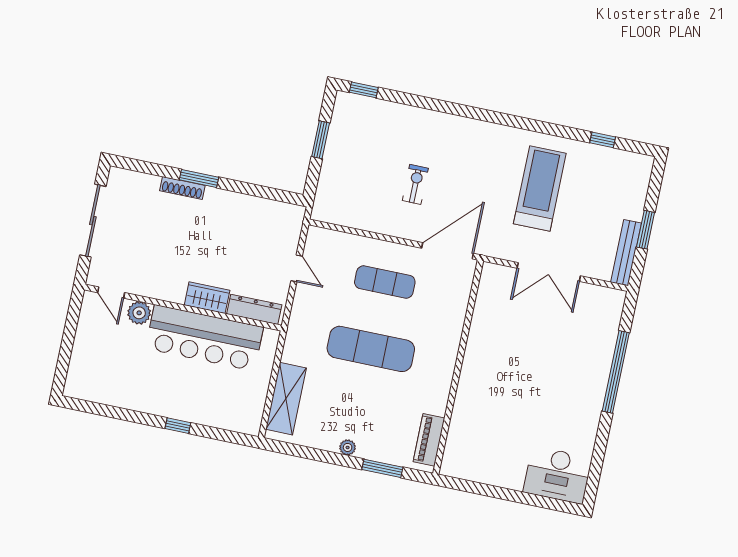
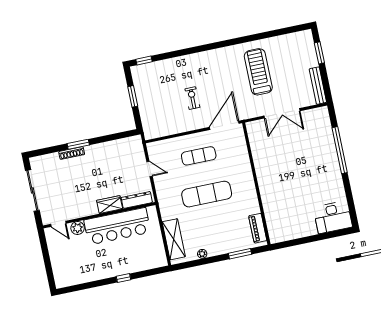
window: (603, 140) -> (280, 32), removed
window: (646, 230) -> (319, 53), moved
plant: (348, 447) -> (202, 254), moved

